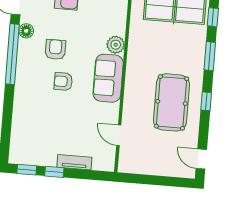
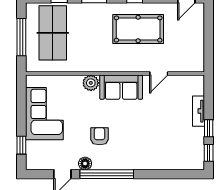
armchair: (55, 50) -> (100, 136), turned 90
armchair: (63, 81) -> (127, 127), removed
door: (119, 135) -> (159, 73), moved

